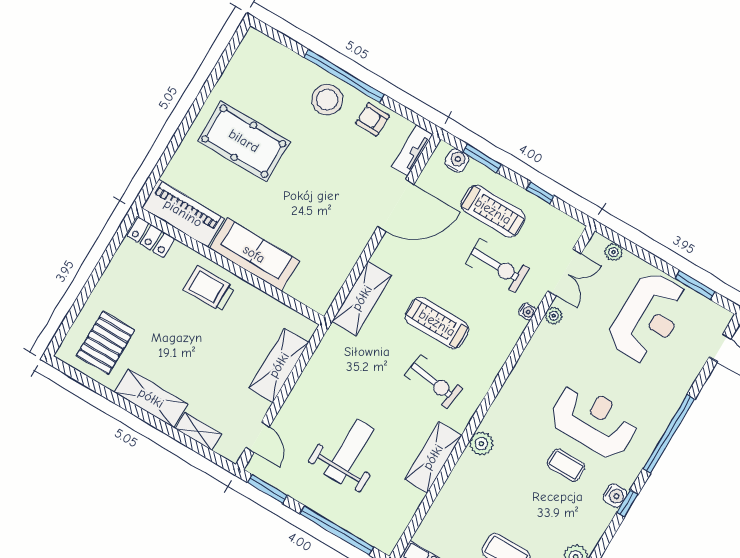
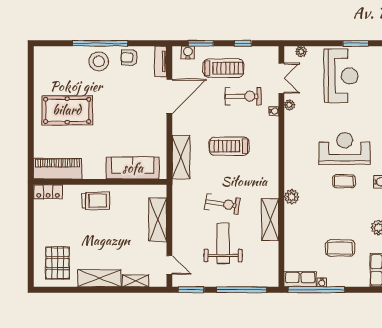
sofa: (254, 254) -> (133, 168), moved
trolley: (209, 289) -> (96, 201), turned 180
exercise bike: (434, 382) -> (222, 204), moved

